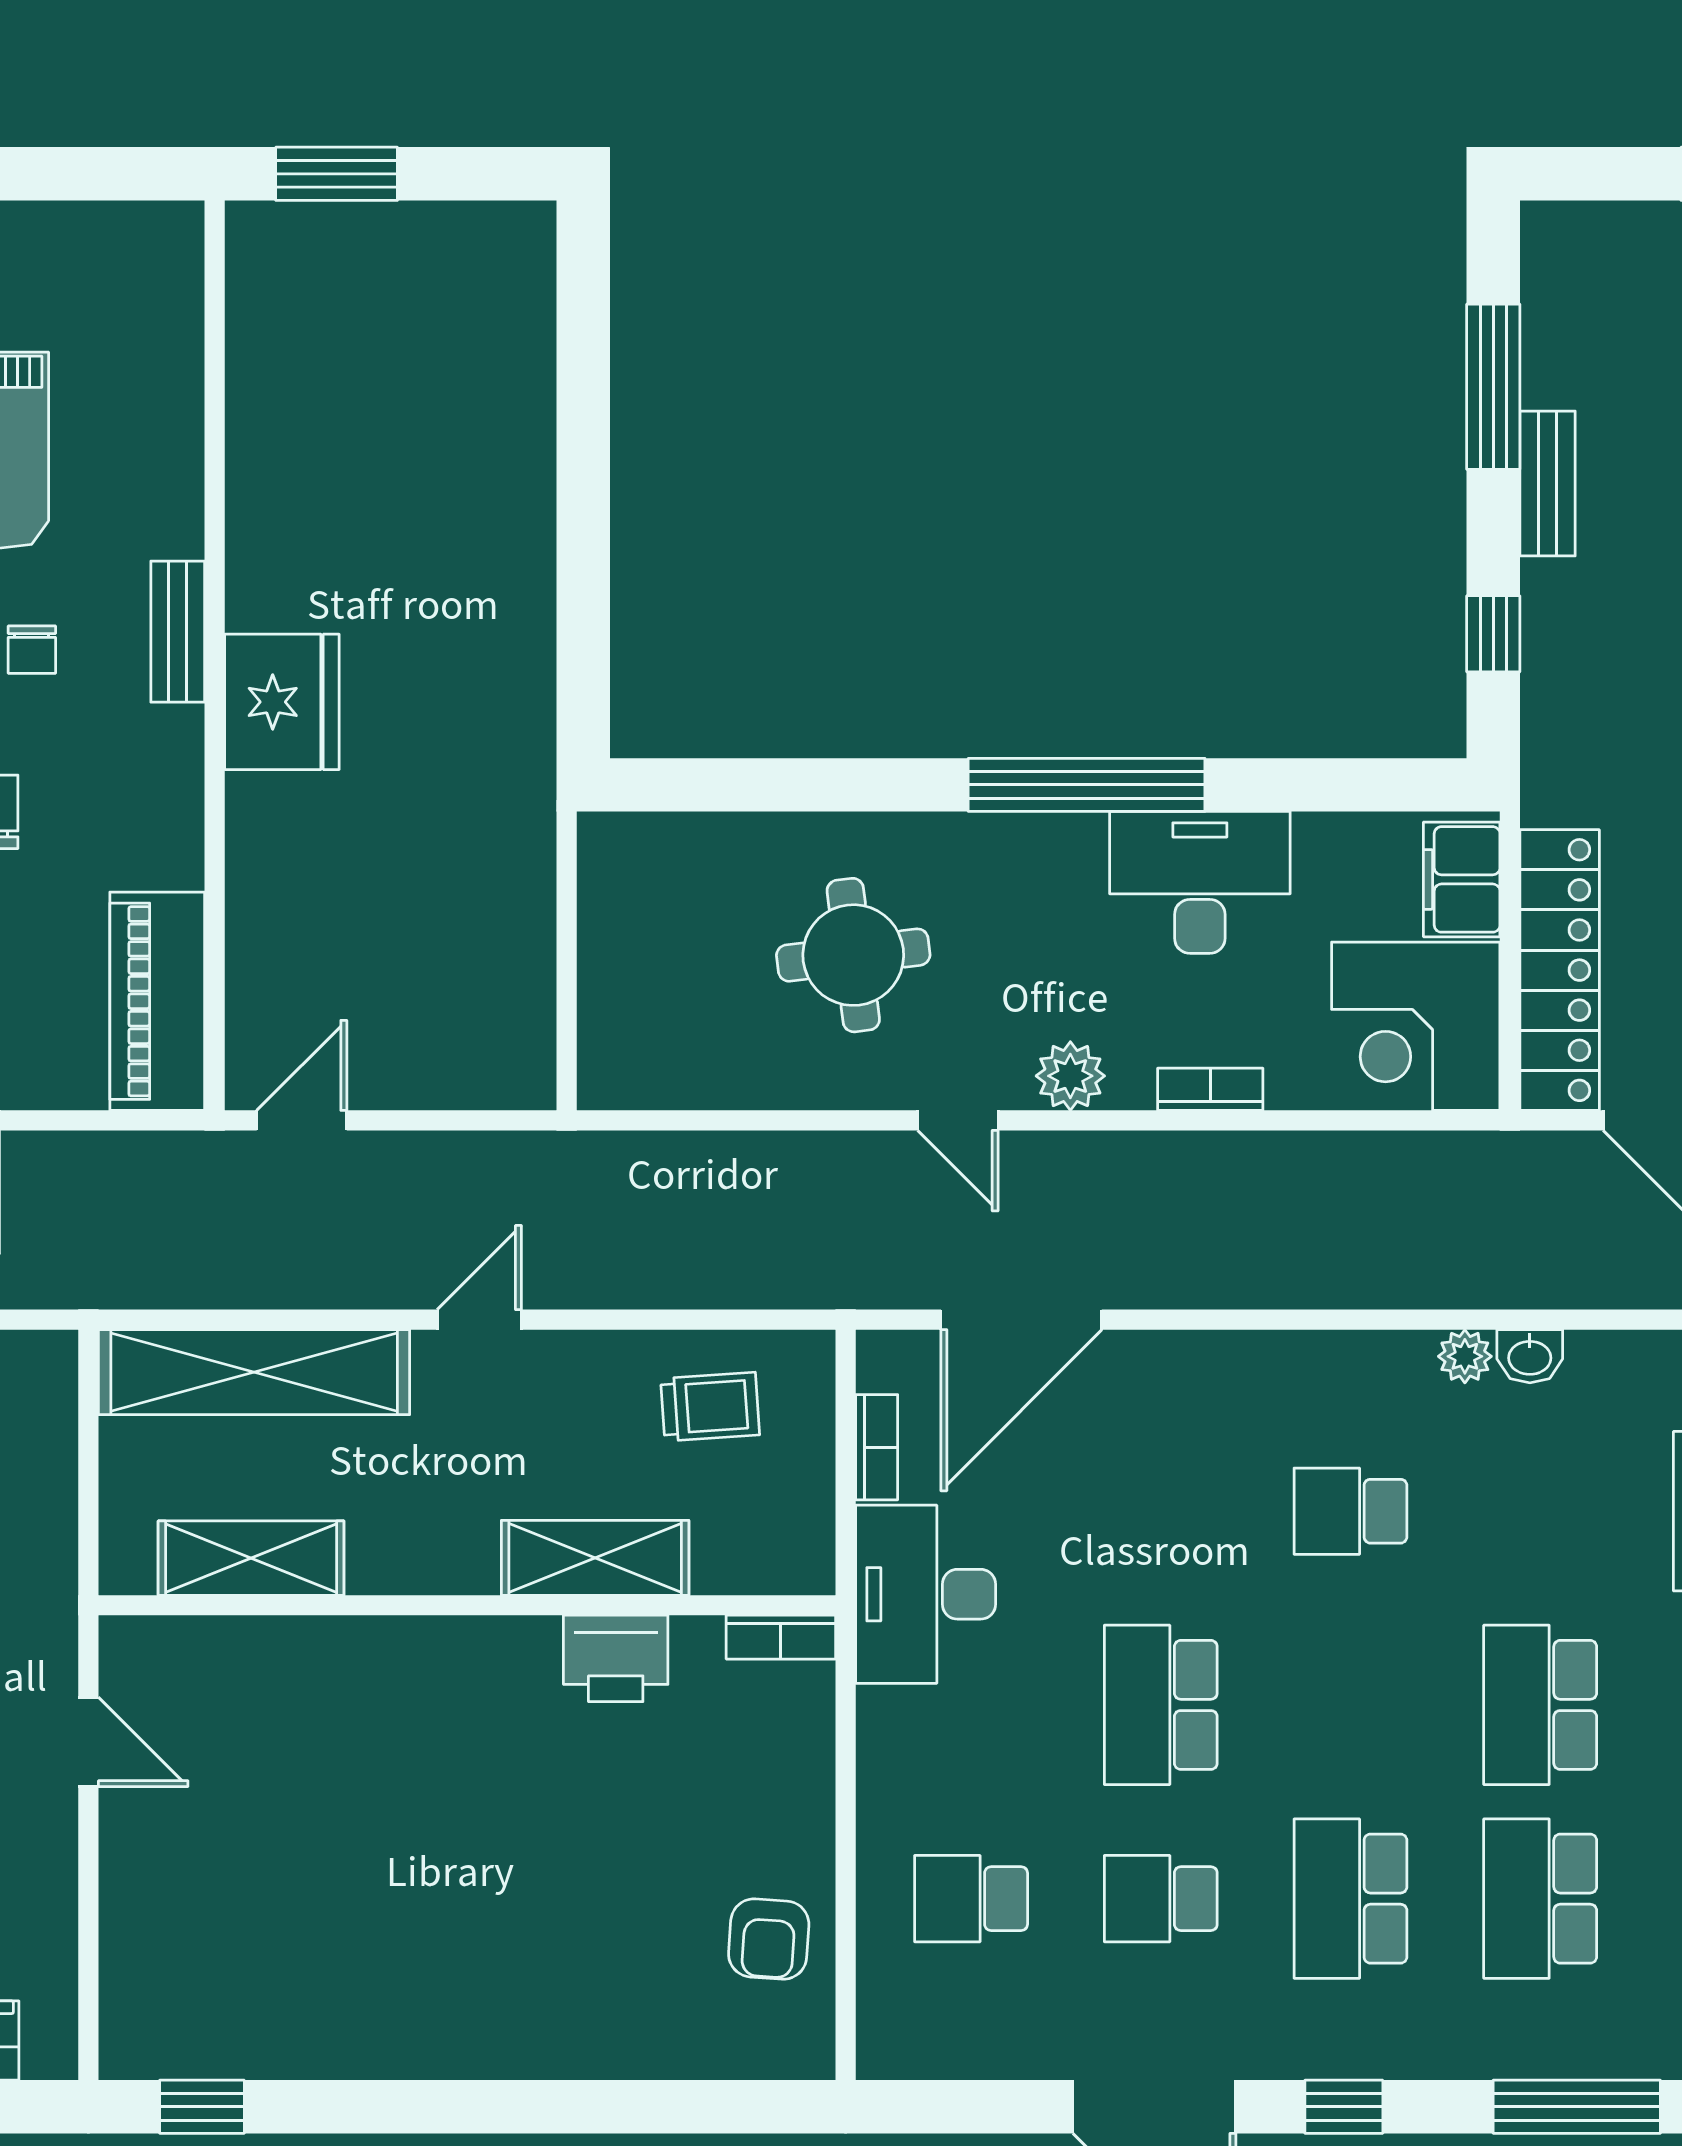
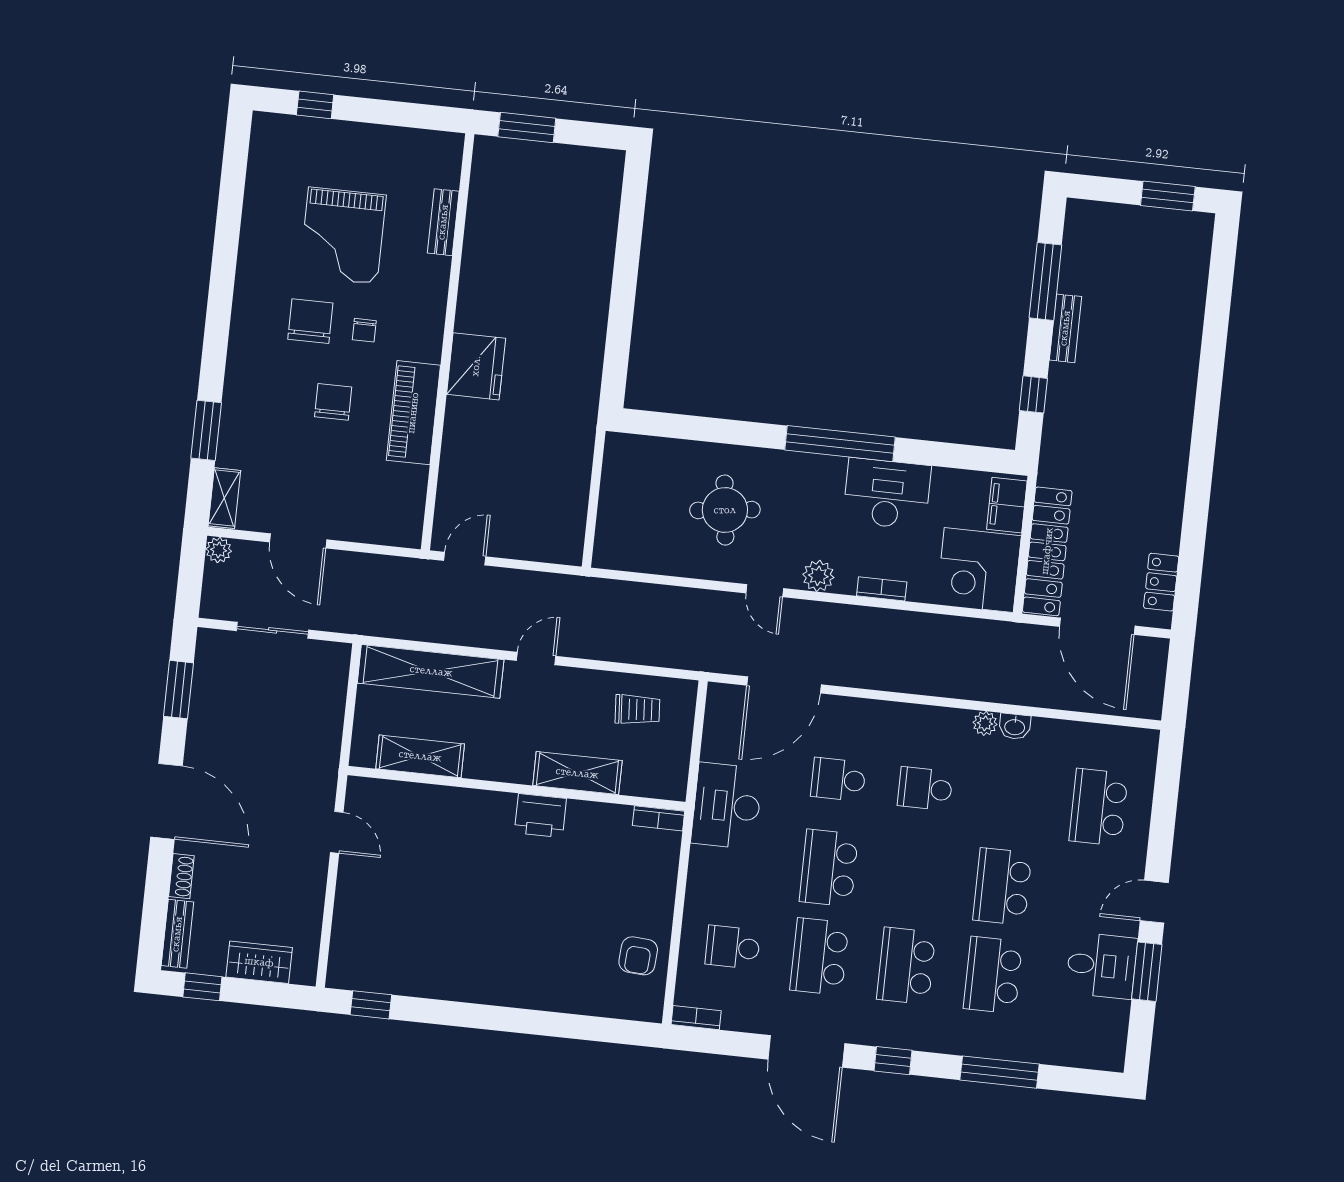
bench: (178, 632) -> (443, 222), moved
piano: (157, 1001) -> (413, 413), moved
bookcase: (877, 1447) -> (696, 1018), moved, turned -90
school desk: (1161, 1511) -> (838, 779), added
printer: (616, 1658) -> (540, 816), moved
school desk: (1161, 1899) -> (819, 957), width x1.85

